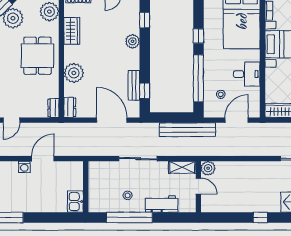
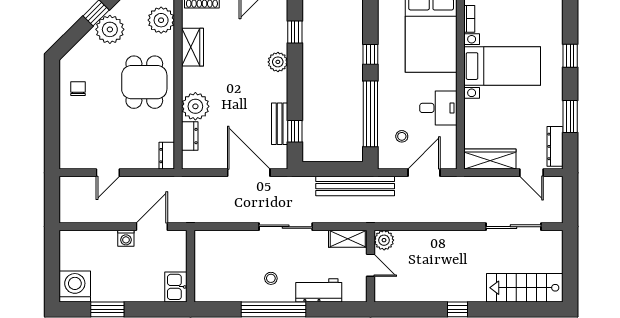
dresser: (70, 107) -> (190, 136), moved
wall: (86, 187) -> (191, 266), moved
kitchen sink: (75, 202) -> (176, 287), moved

